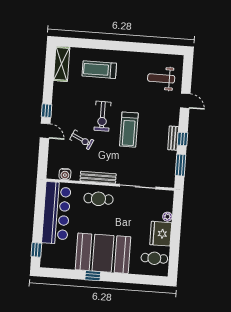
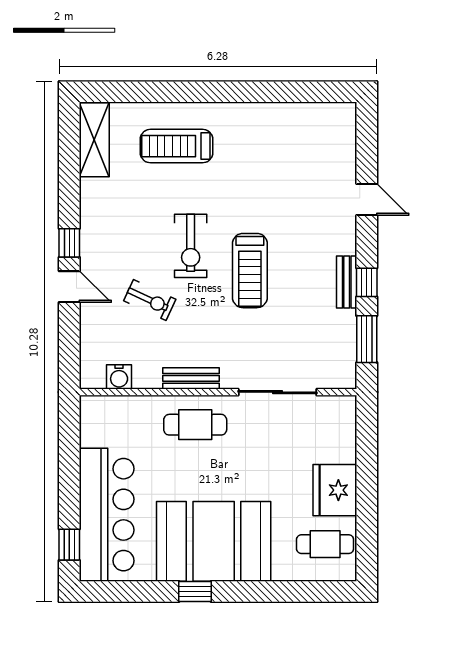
weight bench: (161, 78) -> (311, 155), removed
bench: (98, 177) -> (191, 378), width x0.73
bar counter: (56, 213) -> (107, 515), moved
plant: (167, 217) -> (347, 452), removed

